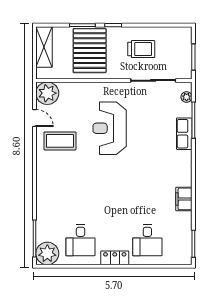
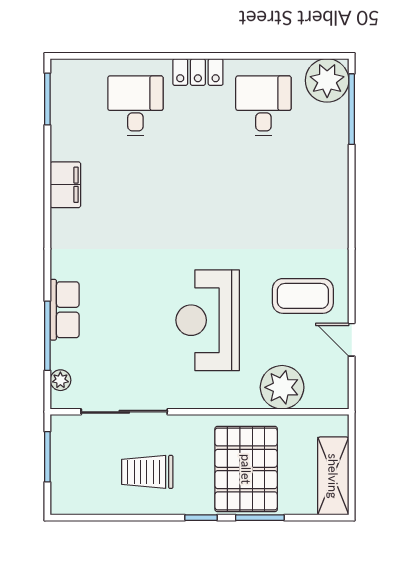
plant: (47, 93) -> (282, 387), moved
reception desk: (110, 128) -> (208, 320), turned 180

